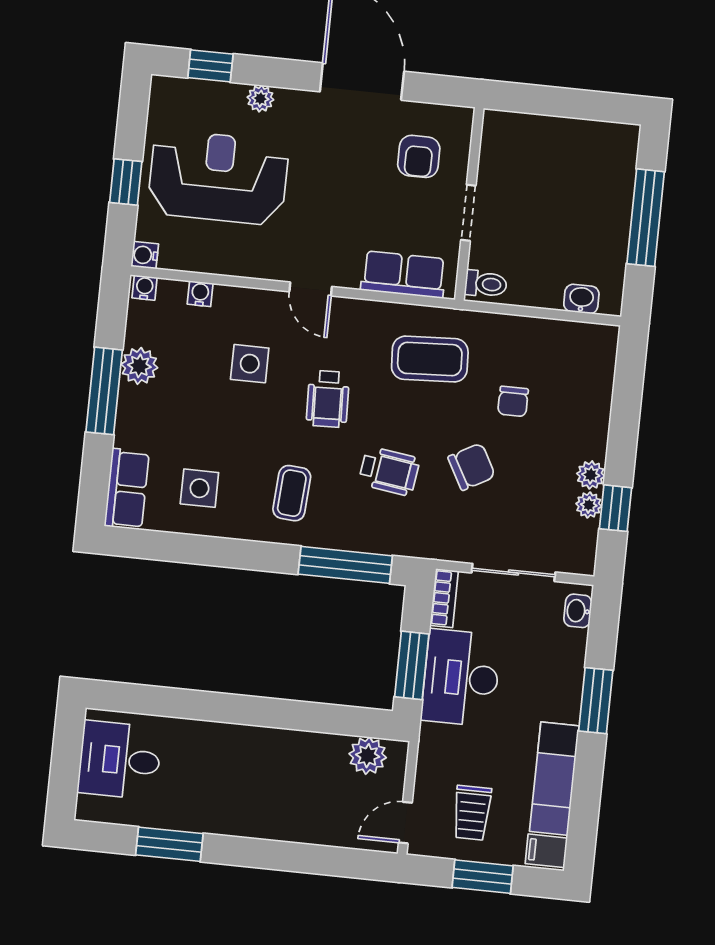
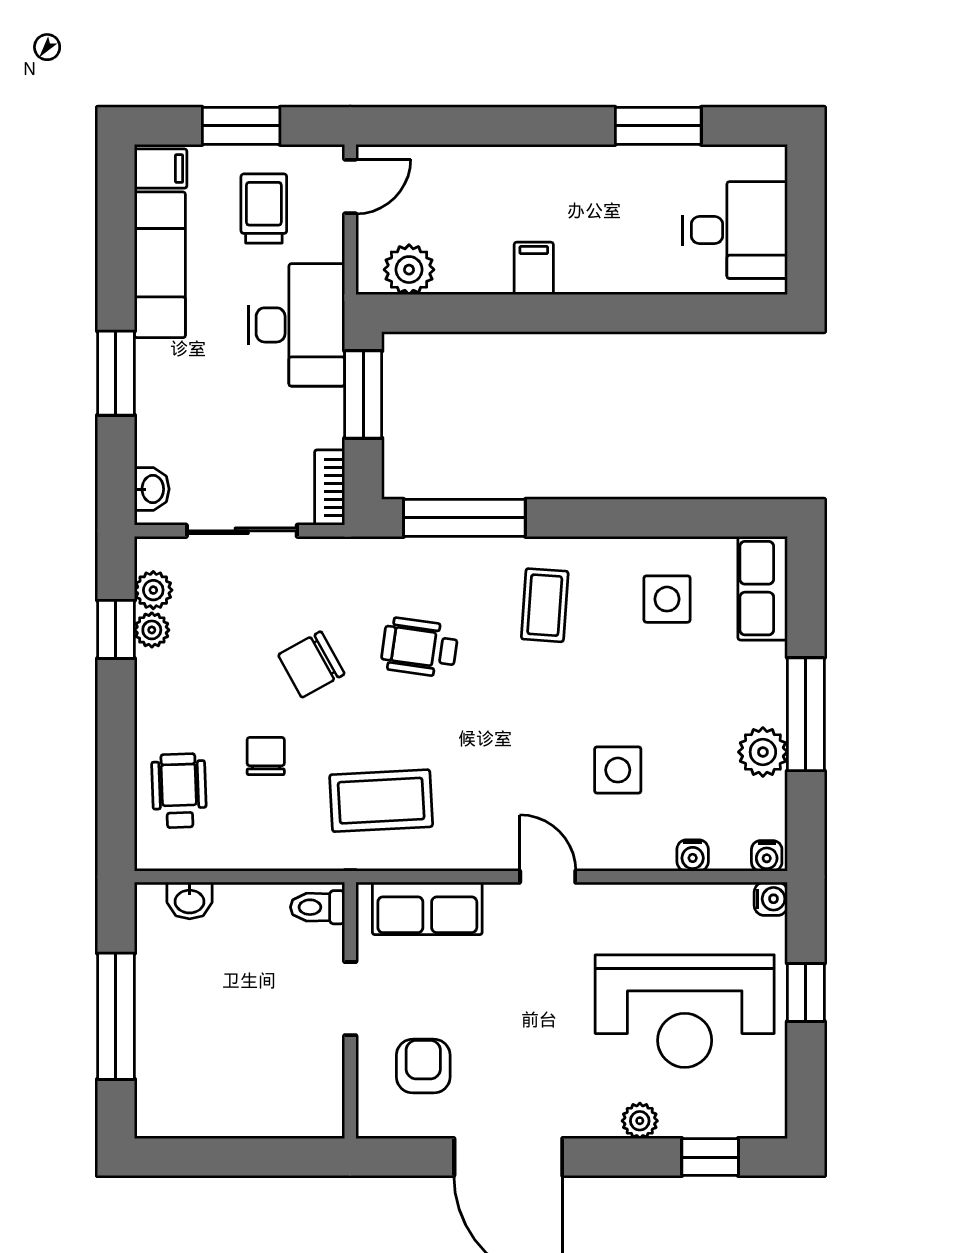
wheelchair: (328, 399) -> (179, 791), moved
plant: (591, 475) -> (153, 590), moved
desk: (461, 678) -> (297, 325), moved
filing cabinet: (274, 747) -> (534, 268), added

